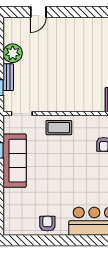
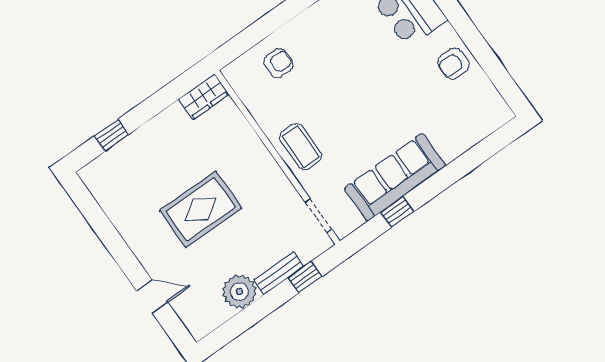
rug: (62, 62) -> (201, 209), added

